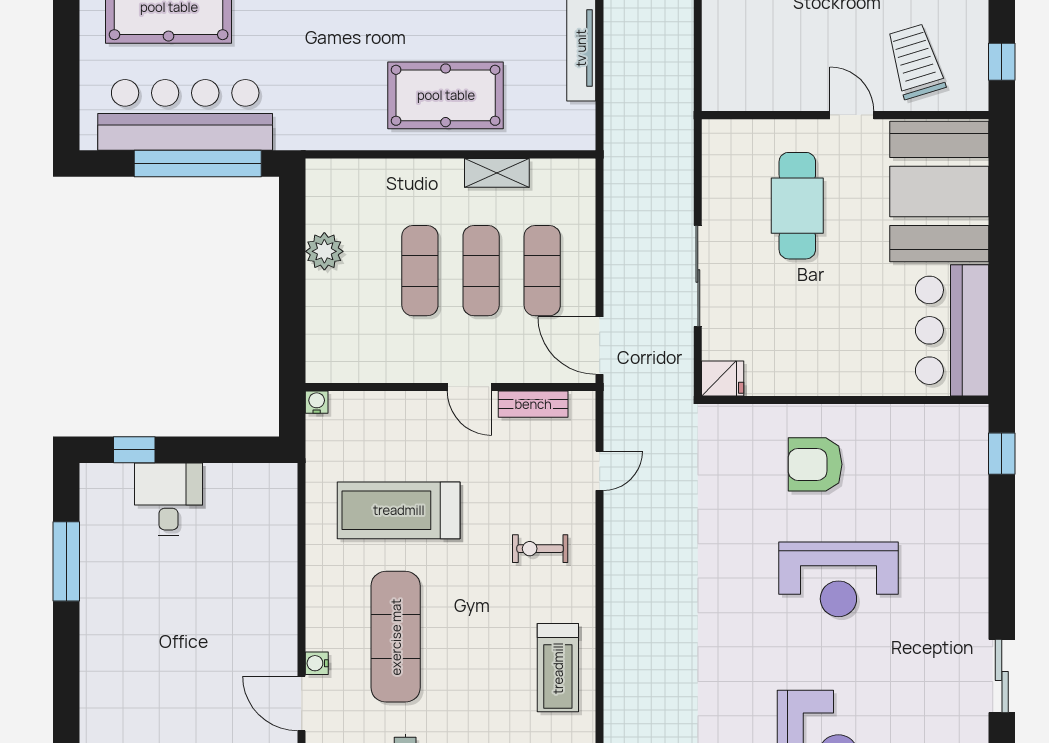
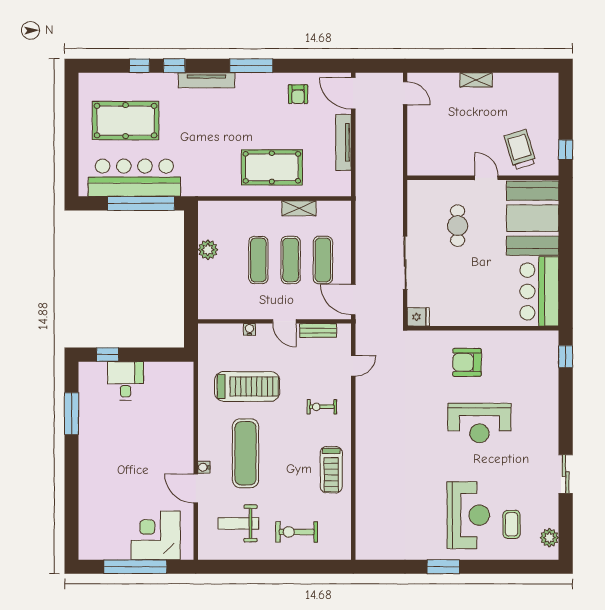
cafe table: (797, 206) -> (458, 226), width x0.73, depth x0.74
water cooler: (317, 402) -> (249, 329), moved
treadmill: (399, 510) -> (247, 387), turned 180

